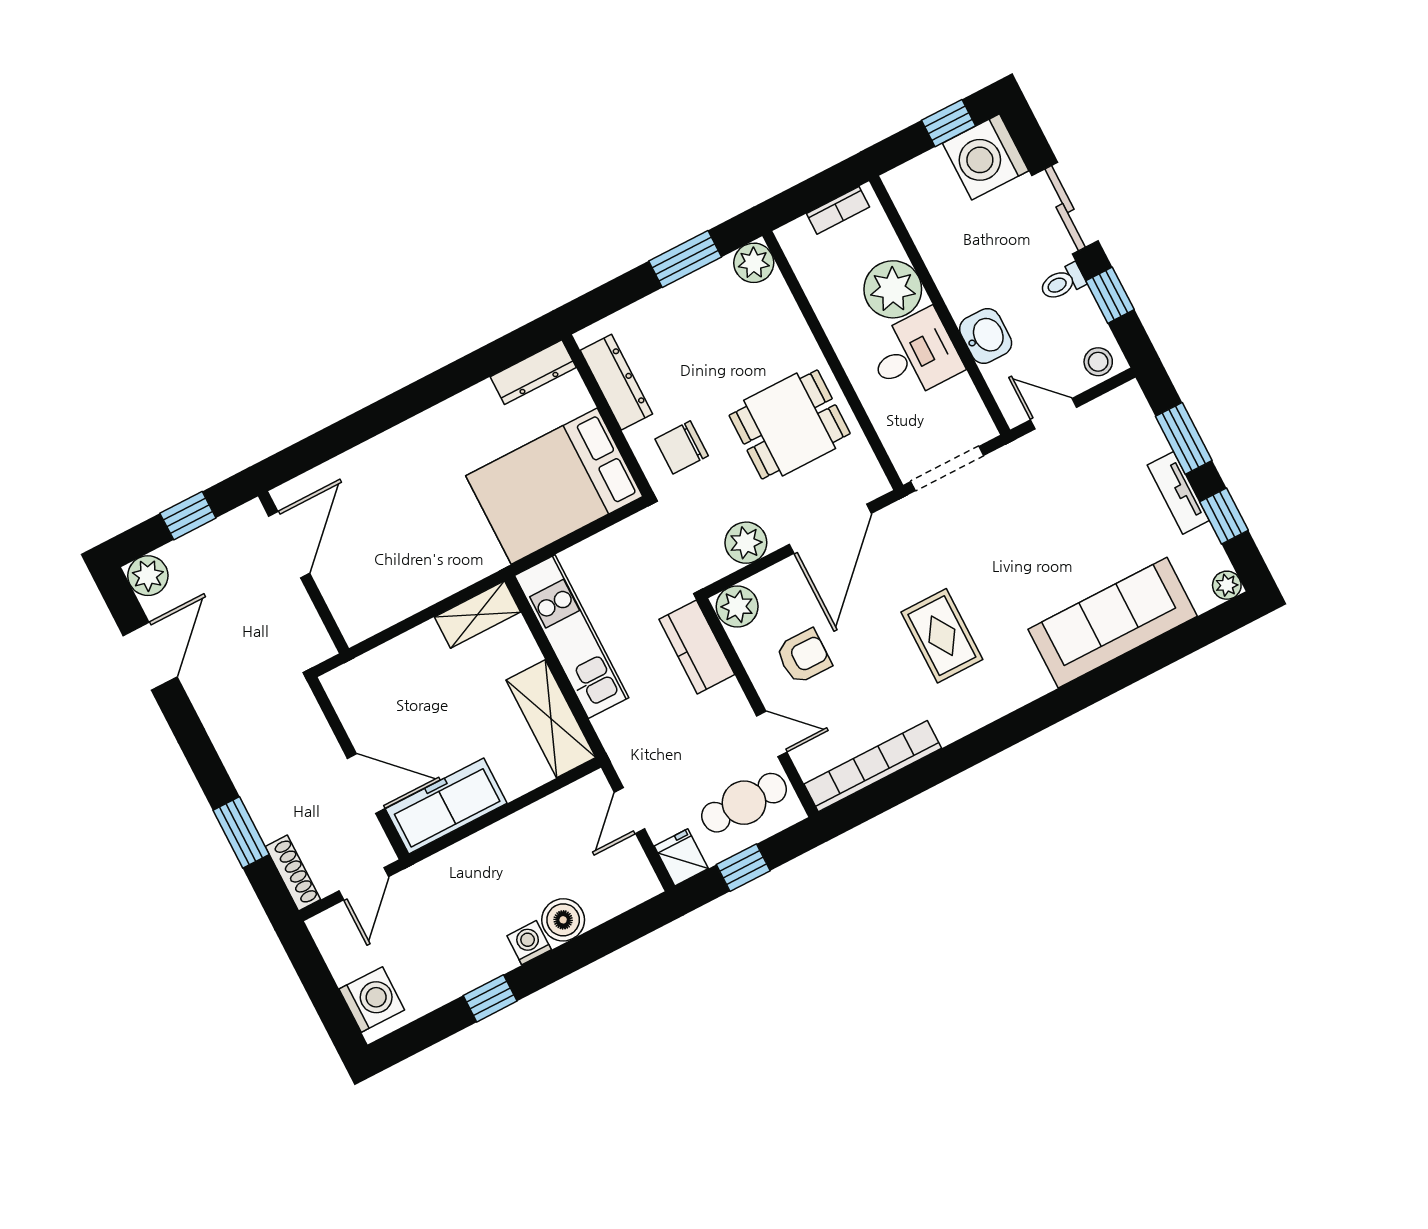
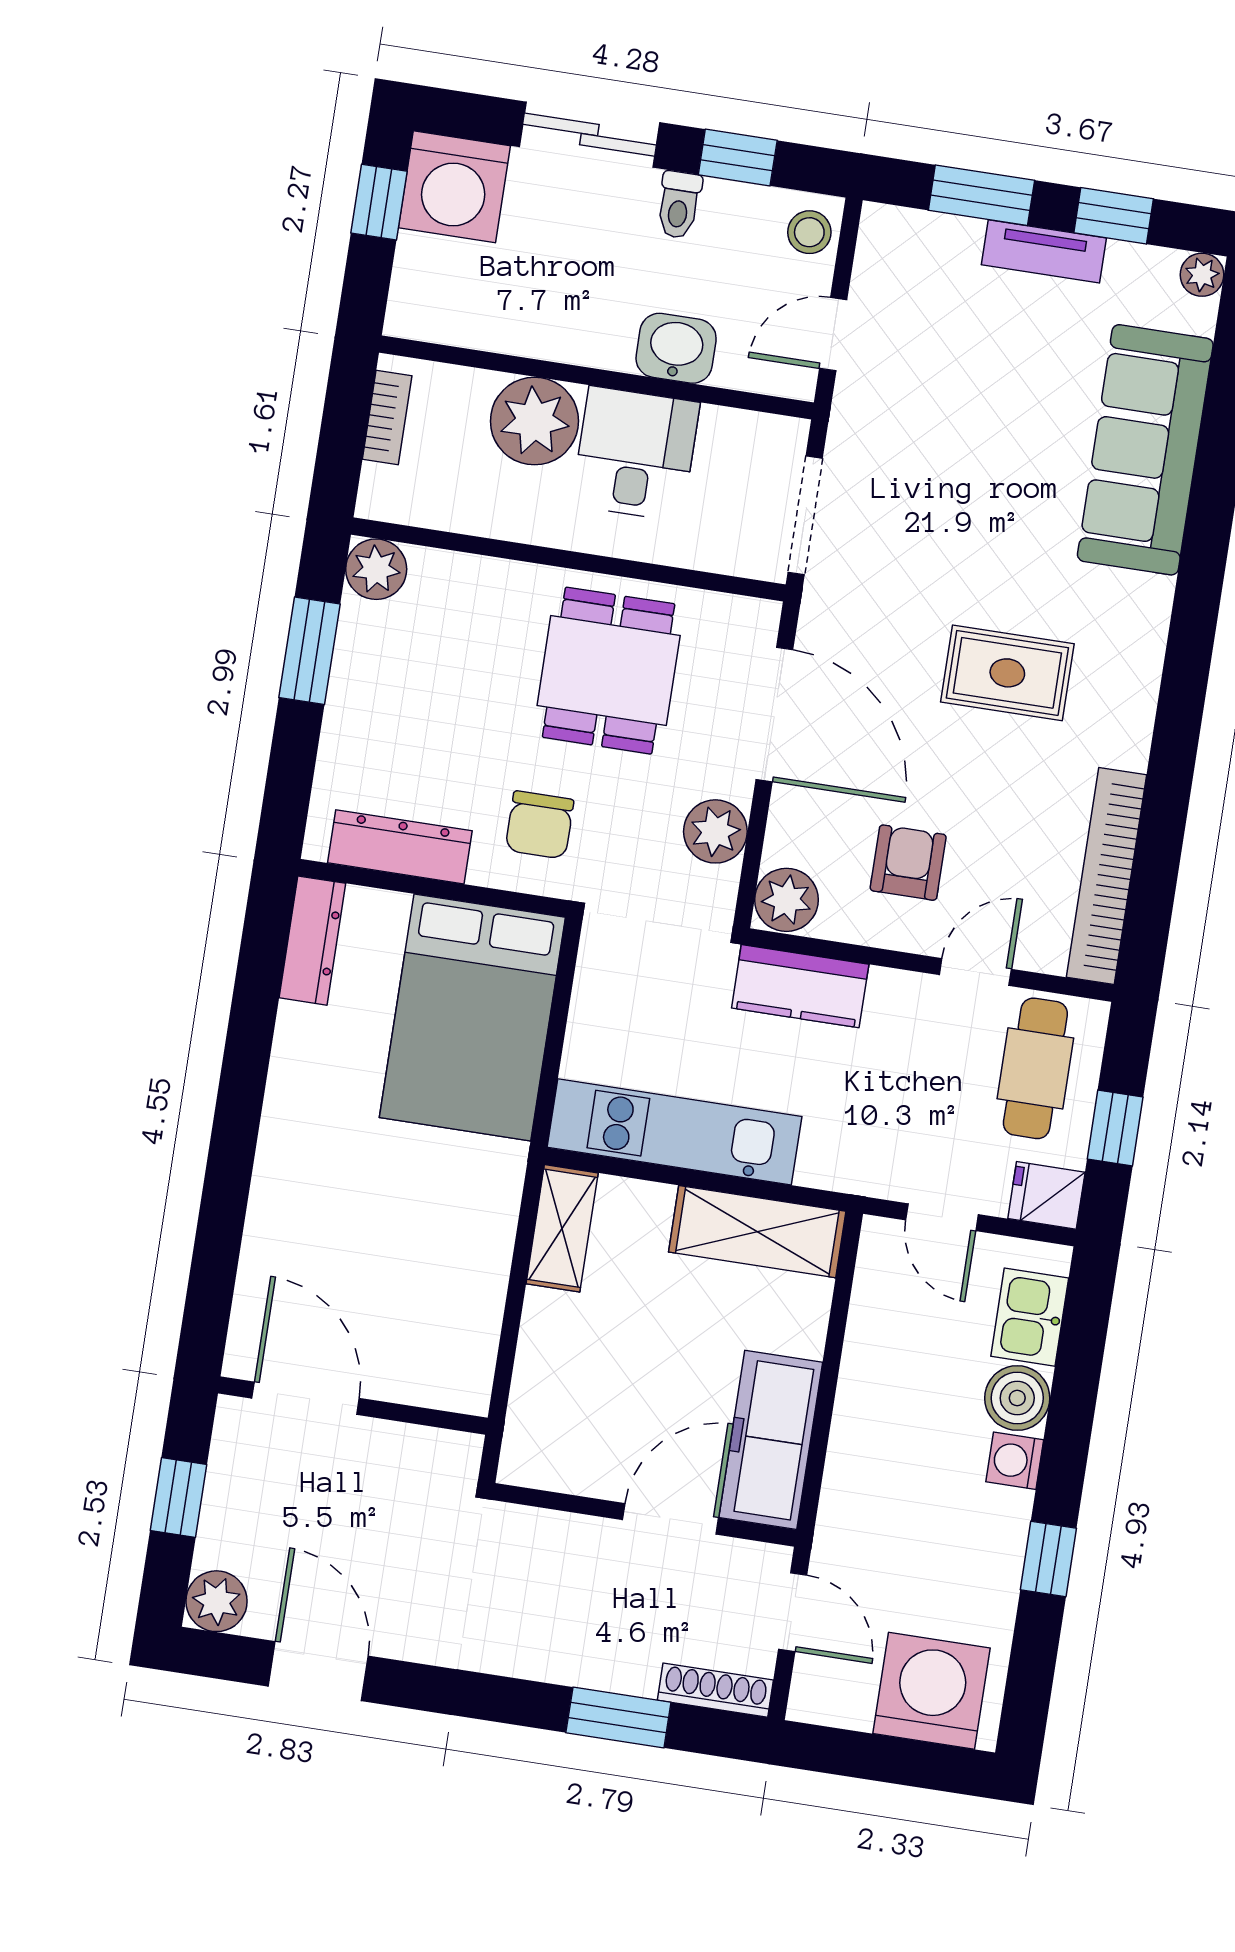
kitchen sink: (611, 895) -> (1030, 1317), added
washing machine: (372, 1000) -> (931, 1691), width x1.37, depth x1.37

